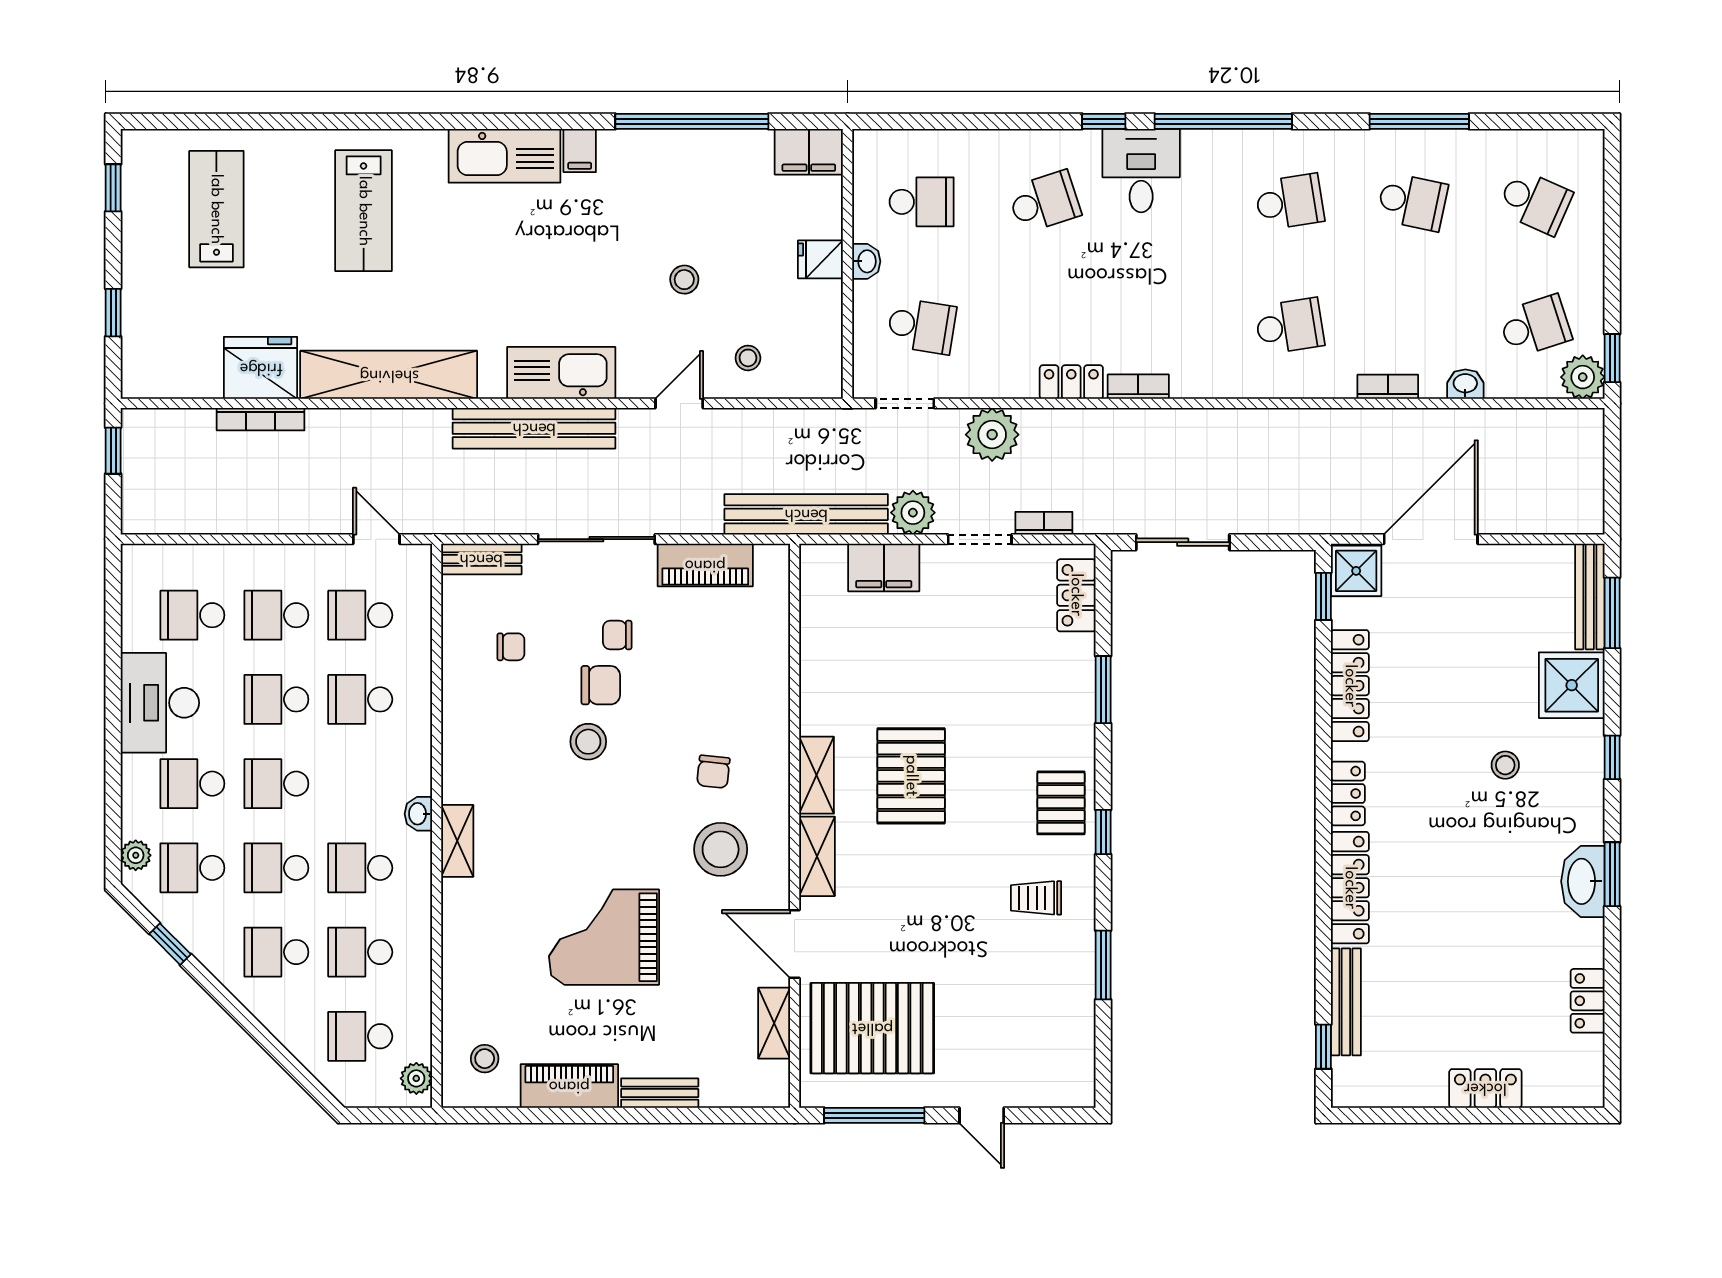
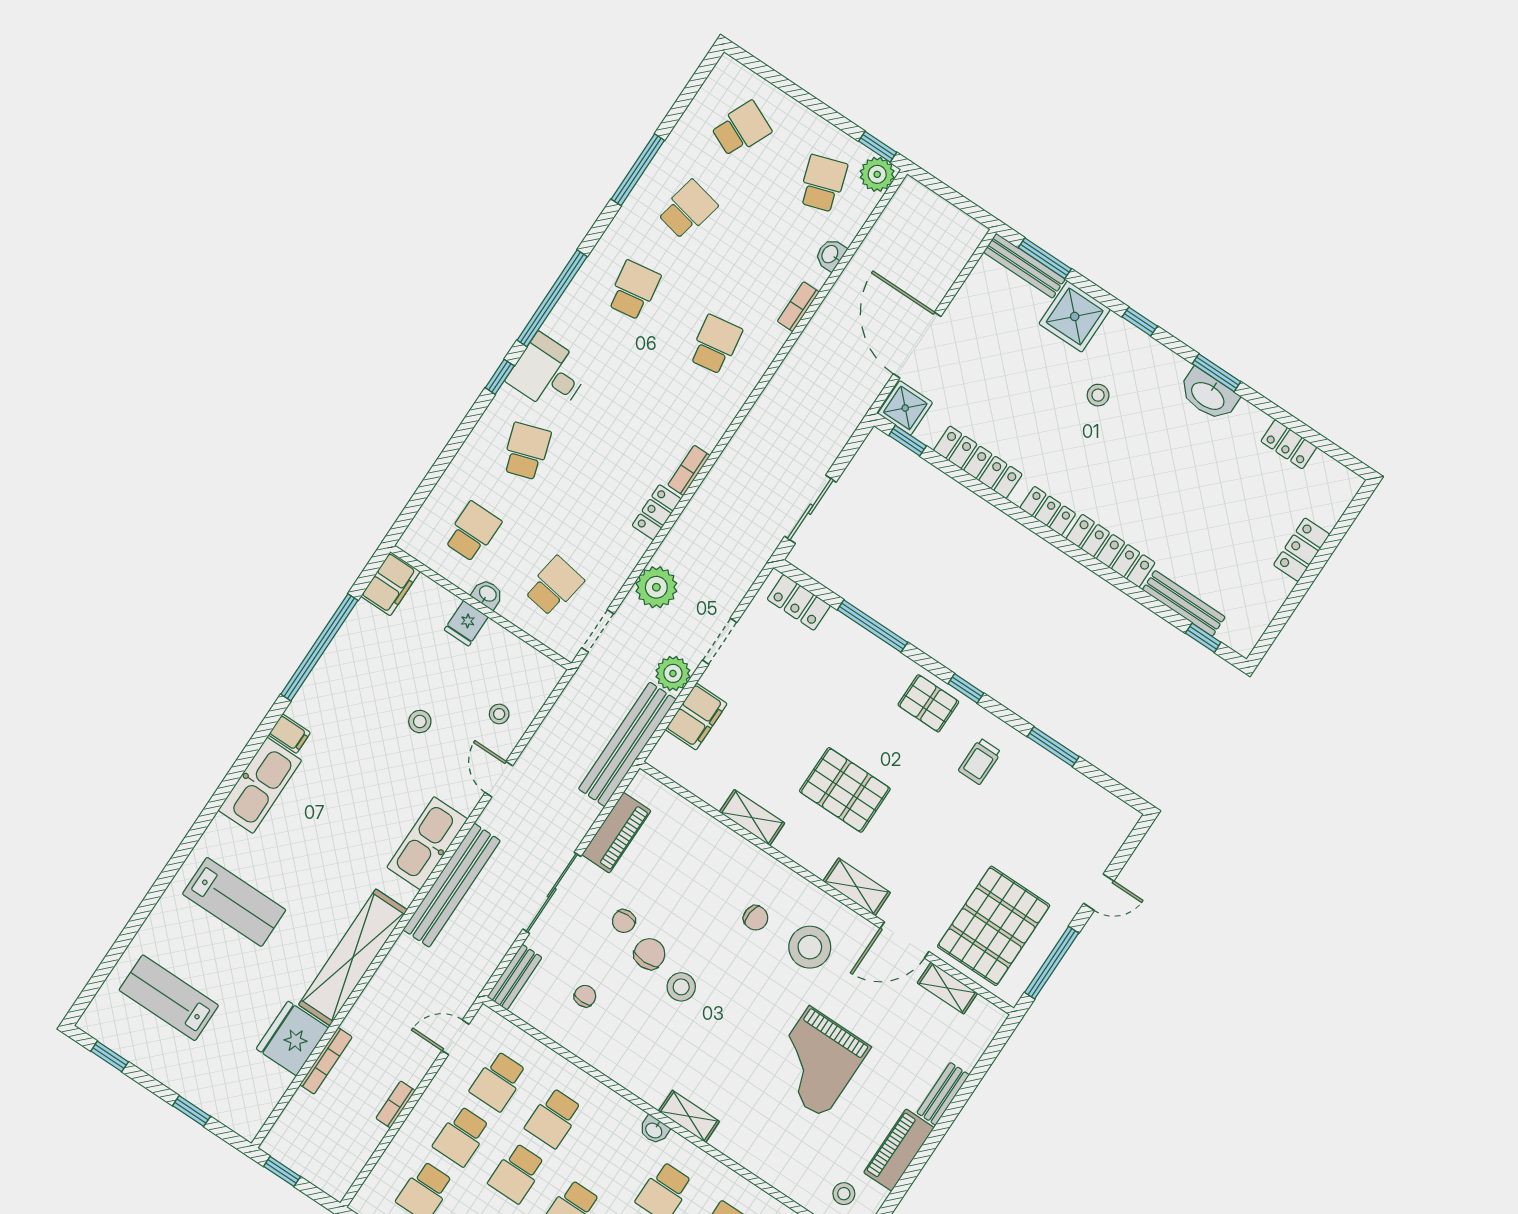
bookcase: (1044, 523) -> (396, 1104), moved
window: (1103, 690) -> (872, 626), width x1.44
shelving: (817, 775) -> (752, 818), moved

